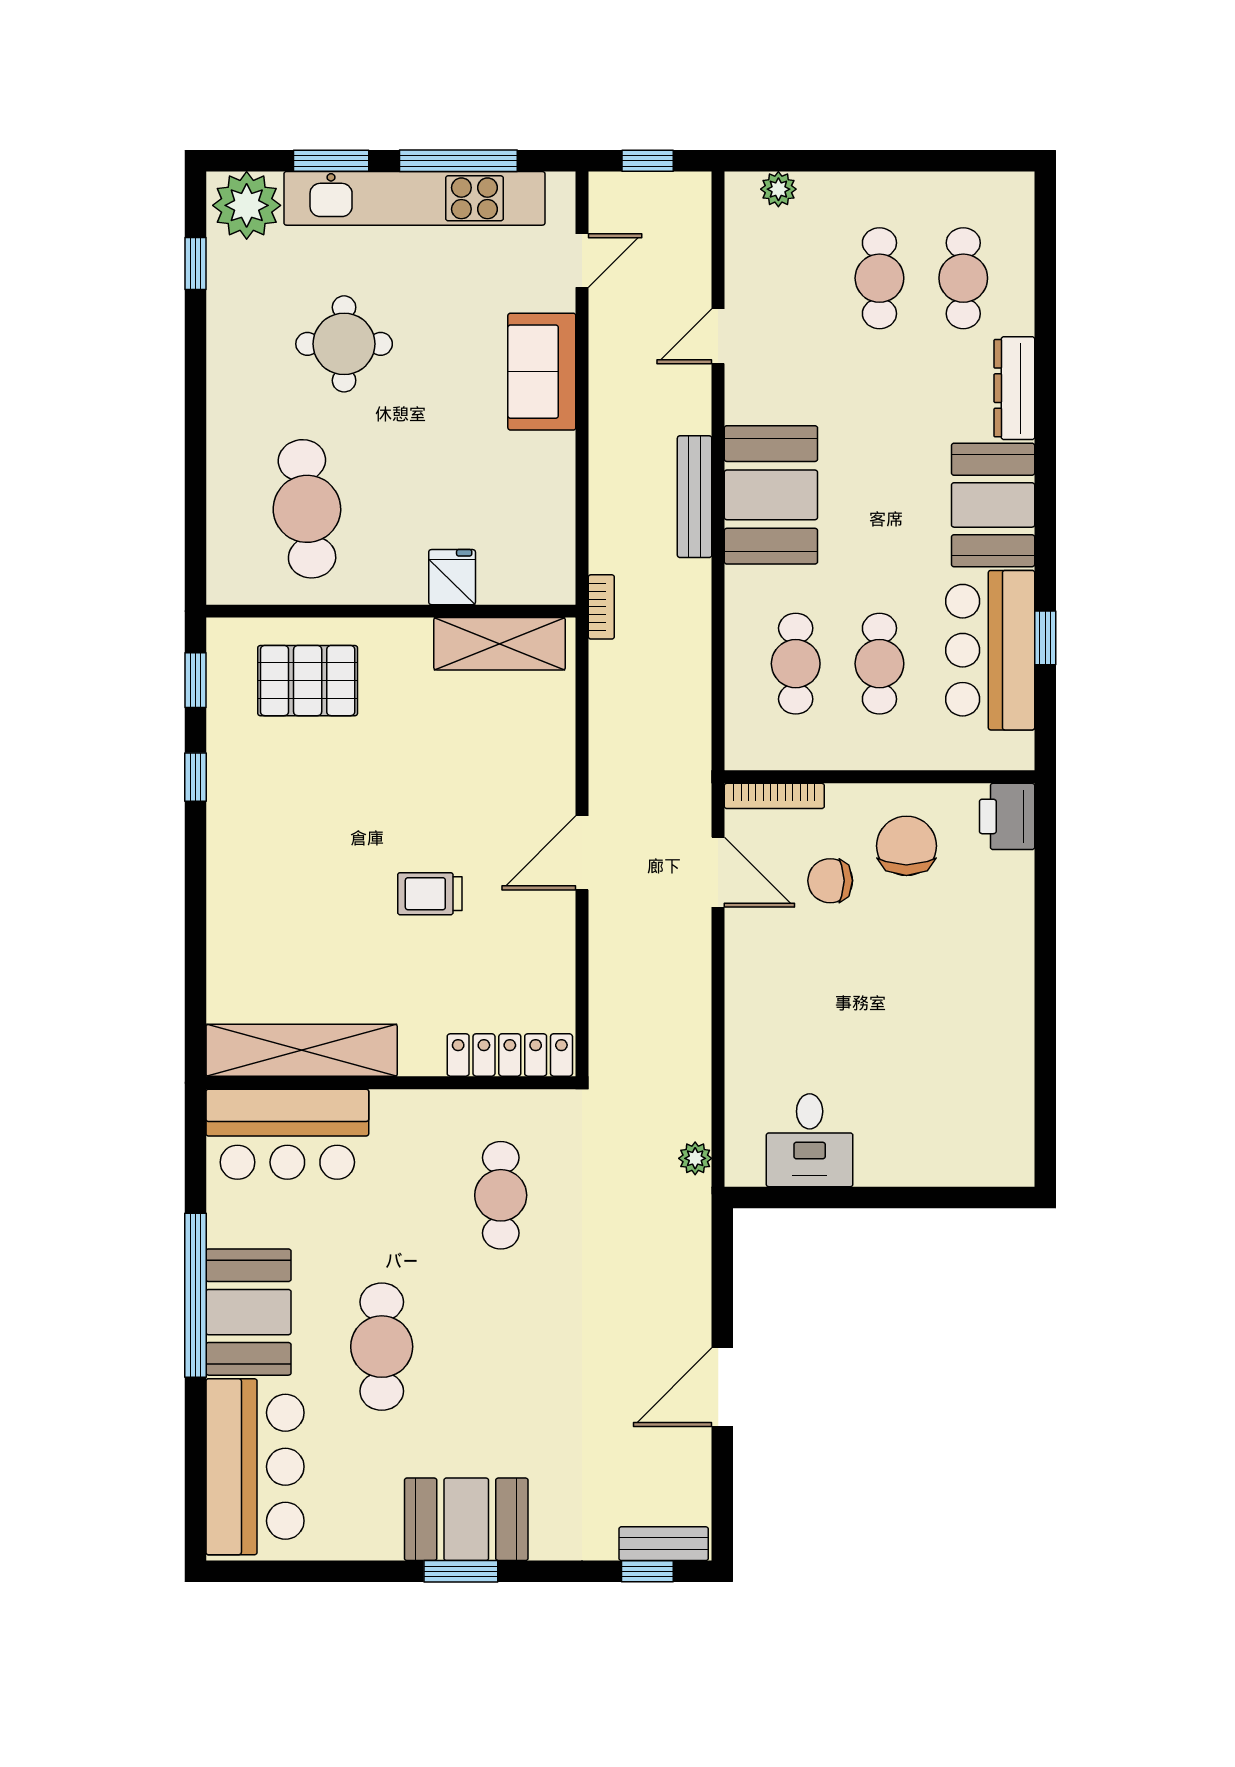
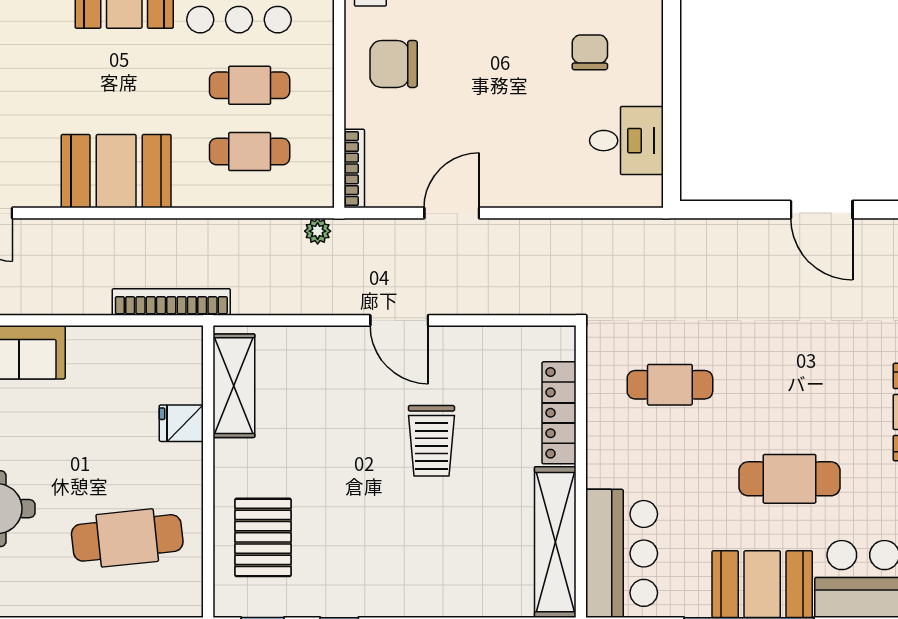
bench: (695, 497) -> (118, 232), removed
bookcase: (601, 607) -> (171, 302), width x2.31, depth x1.31
door: (718, 872) -> (452, 213), moved
chair: (830, 881) -> (590, 52), moved, turned 180
trolley: (430, 894) -> (431, 441), width x1.36, depth x1.39
locker: (510, 1055) -> (559, 413), moved
plant: (695, 1158) -> (318, 231), moved

